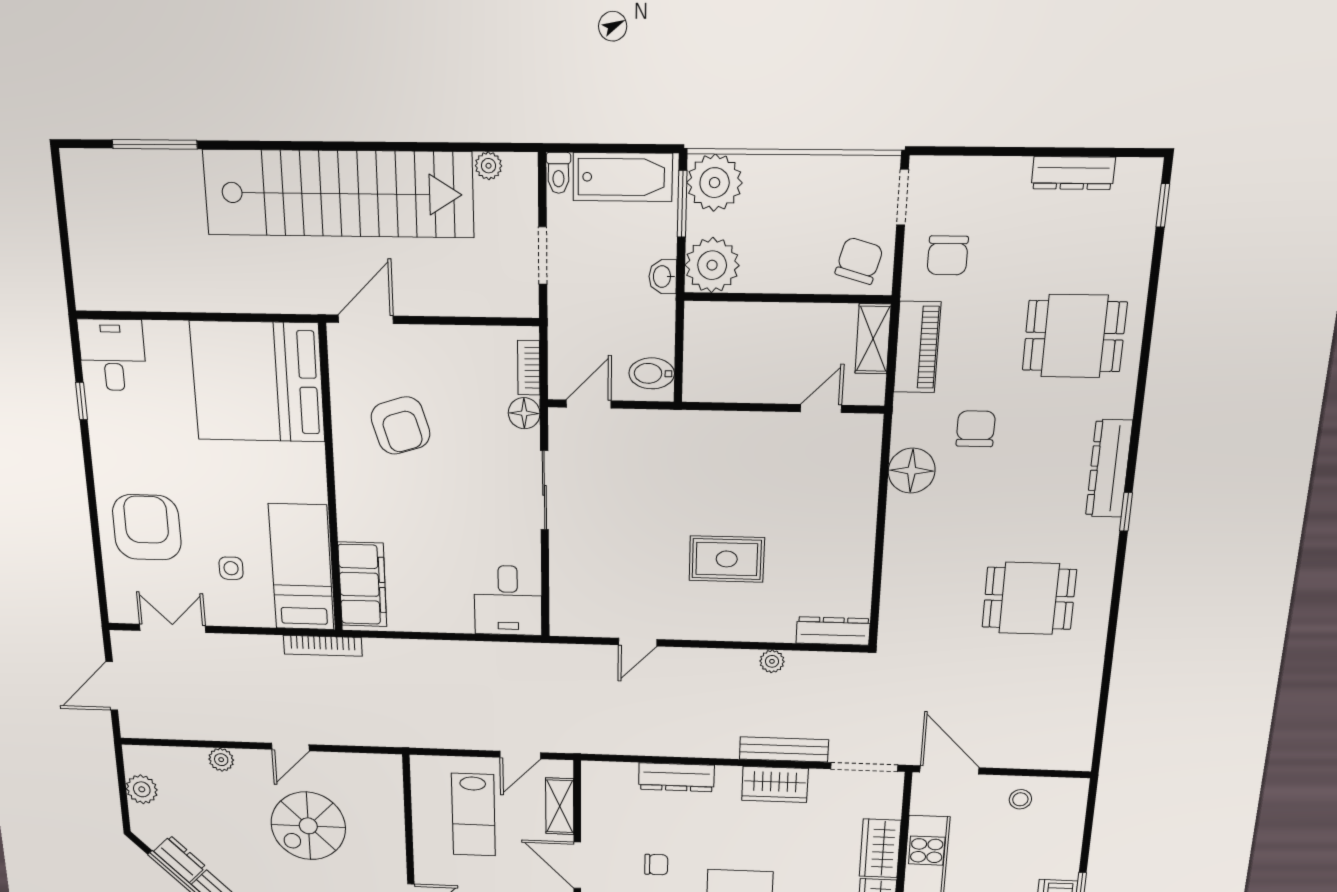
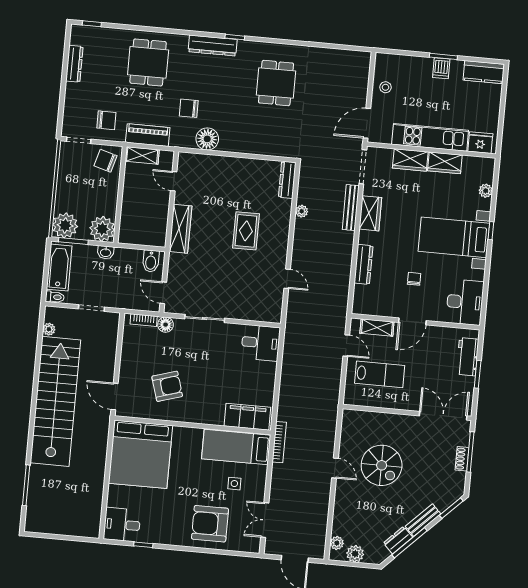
wardrobe: (723, 429) -> (180, 229), added
plant: (221, 760) -> (337, 543), moved

